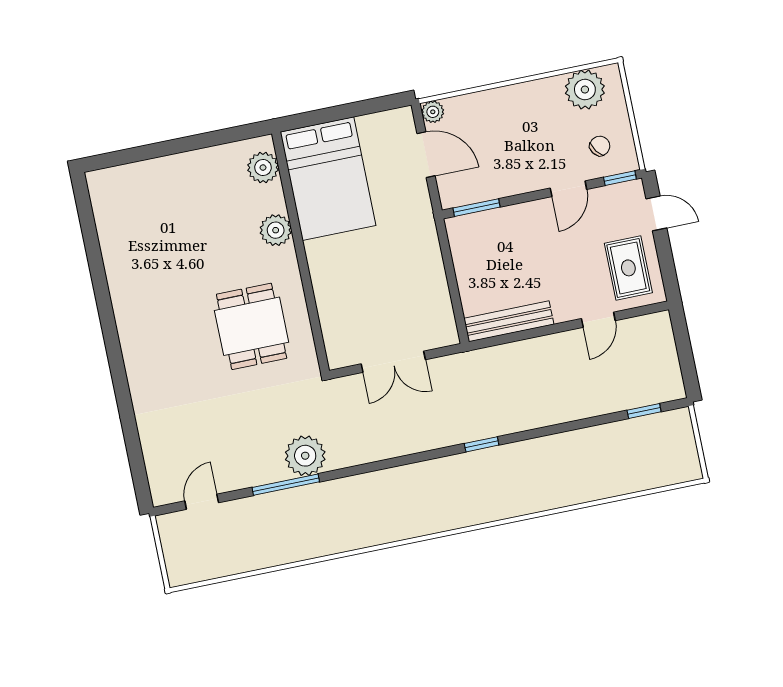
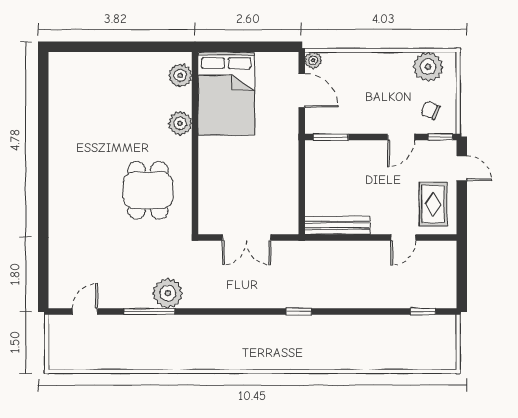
chair: (600, 146) -> (430, 110), turned -122

